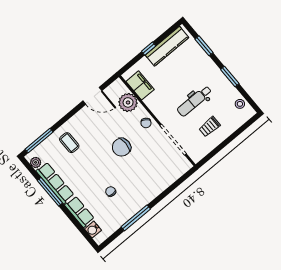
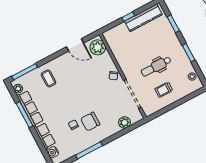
filing cabinet: (140, 85) -> (115, 45), removed
plant: (128, 102) -> (98, 47), moved
chair: (122, 147) -> (90, 122), moved
plant: (171, 176) -> (125, 122), added

